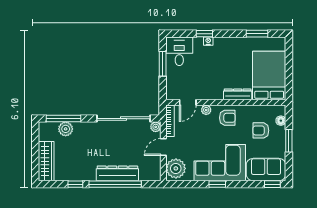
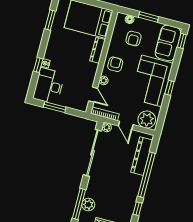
desk: (179, 51) -> (49, 86), width x1.37
dresser: (117, 173) -> (142, 156), moved

